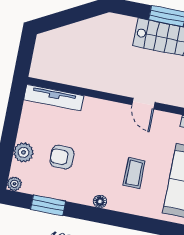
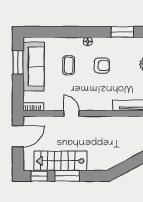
armchair: (62, 157) -> (102, 66), moved

